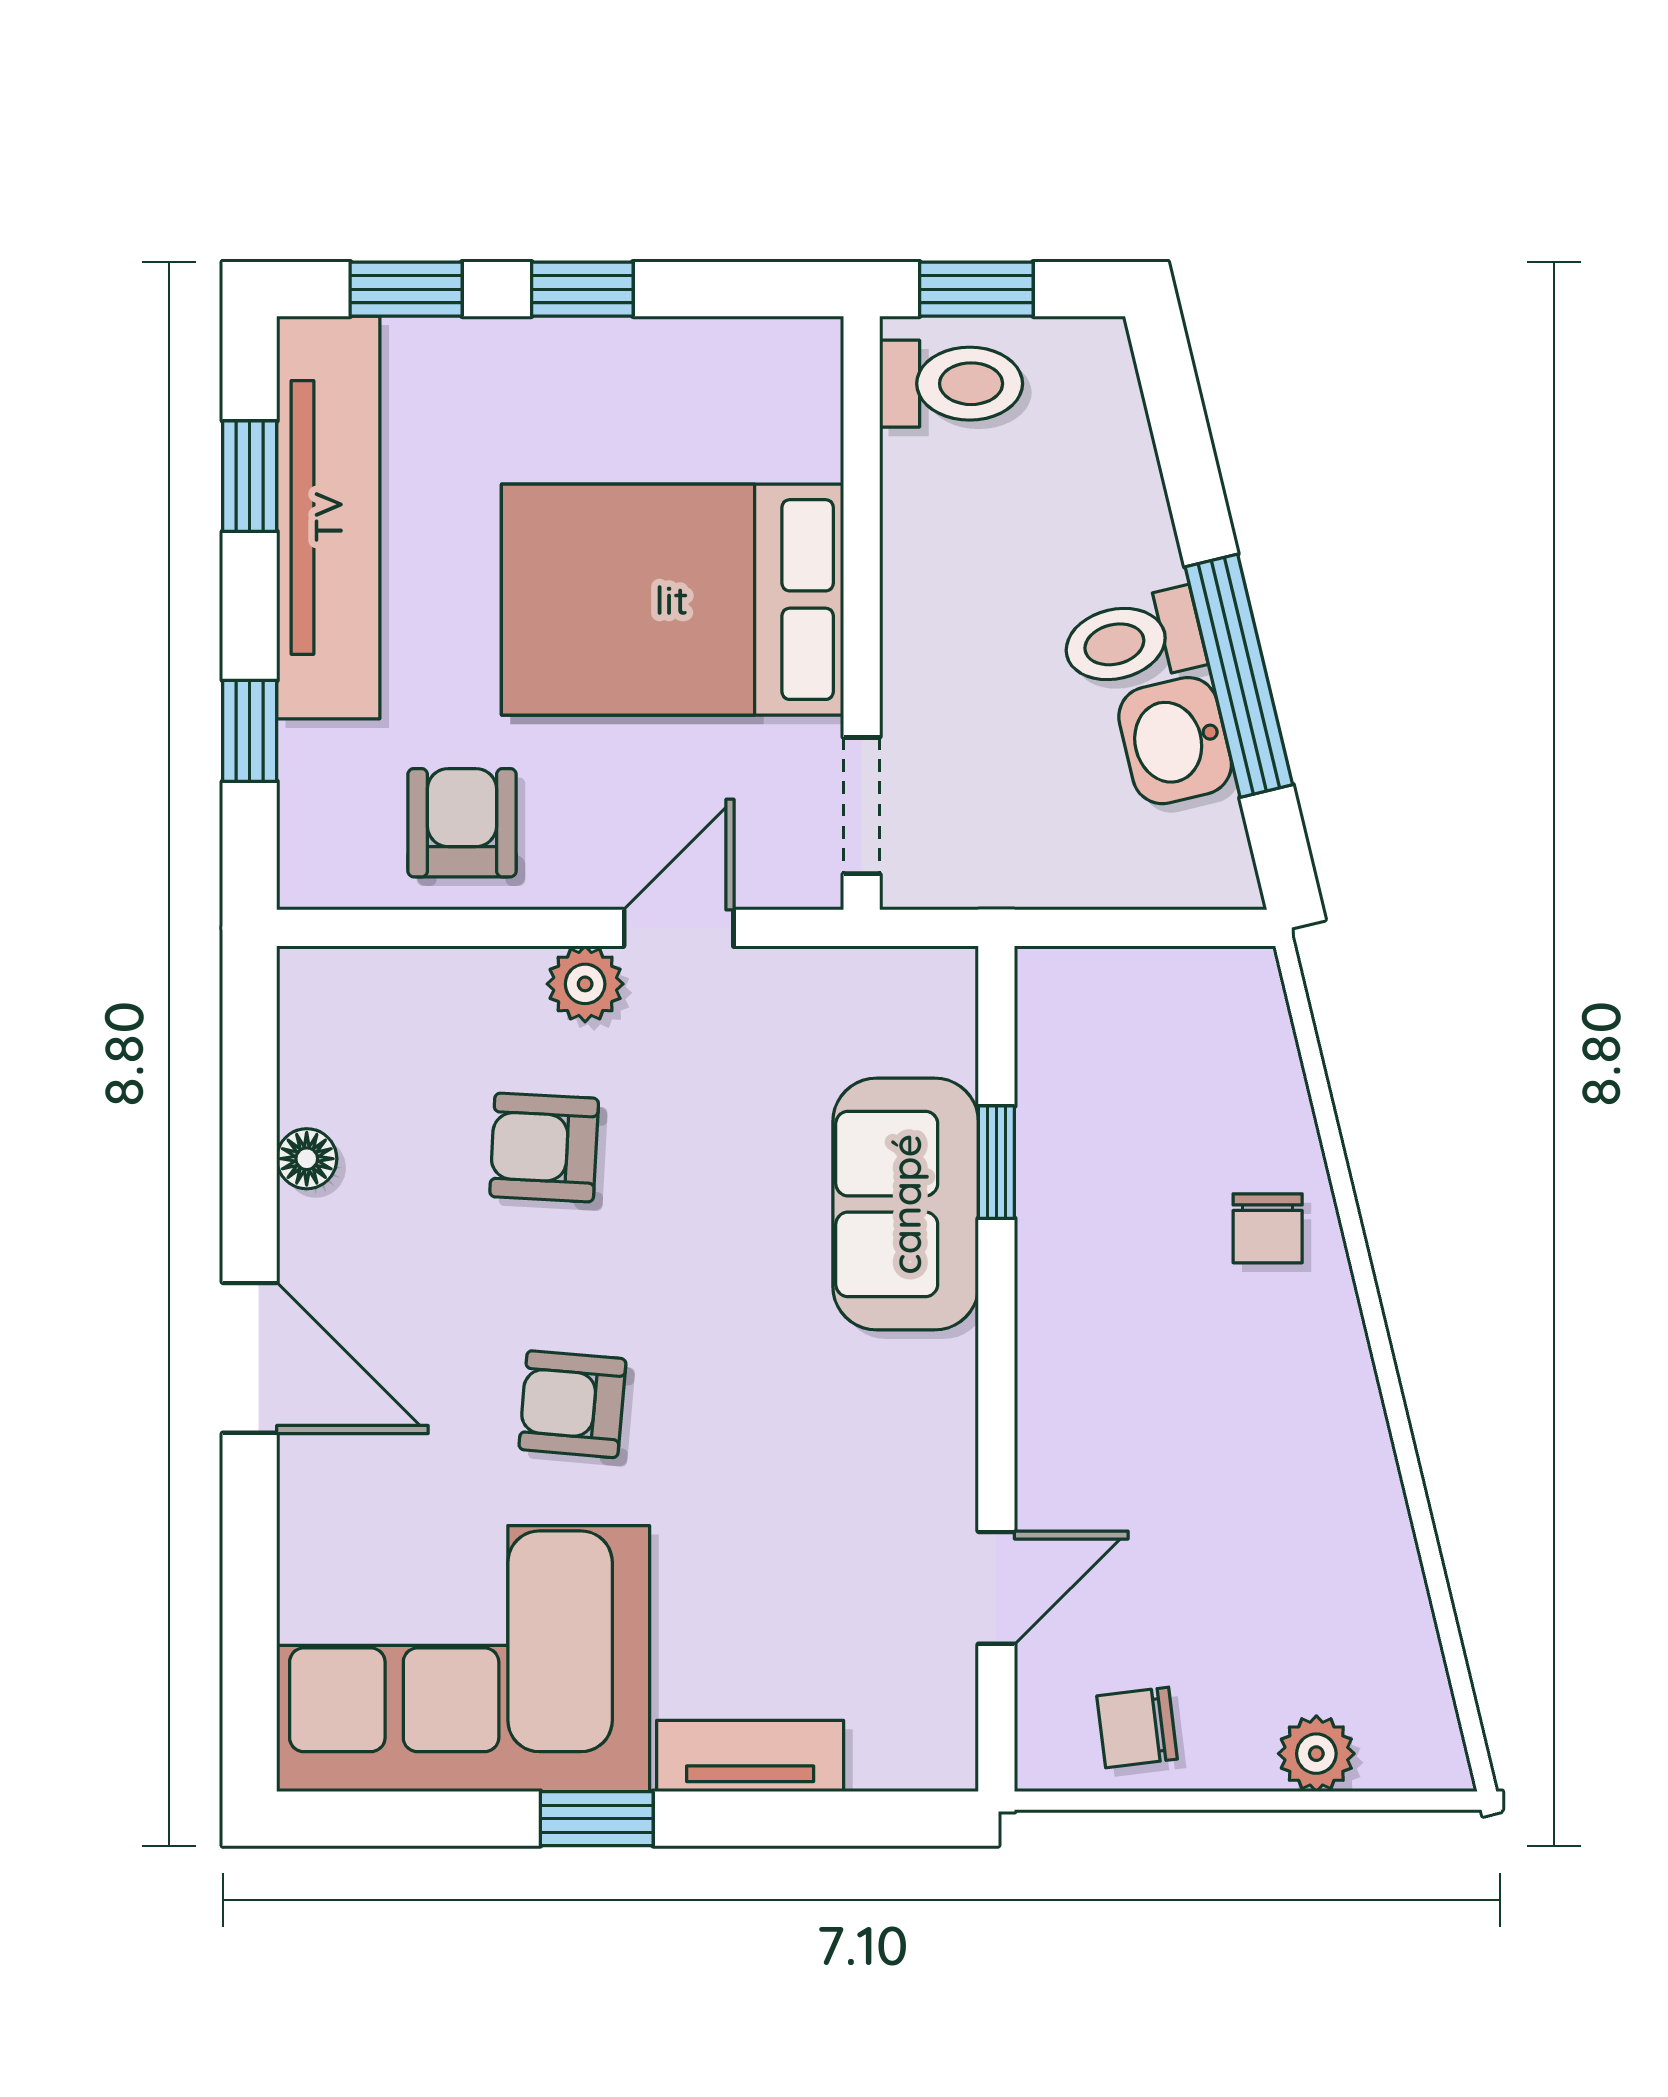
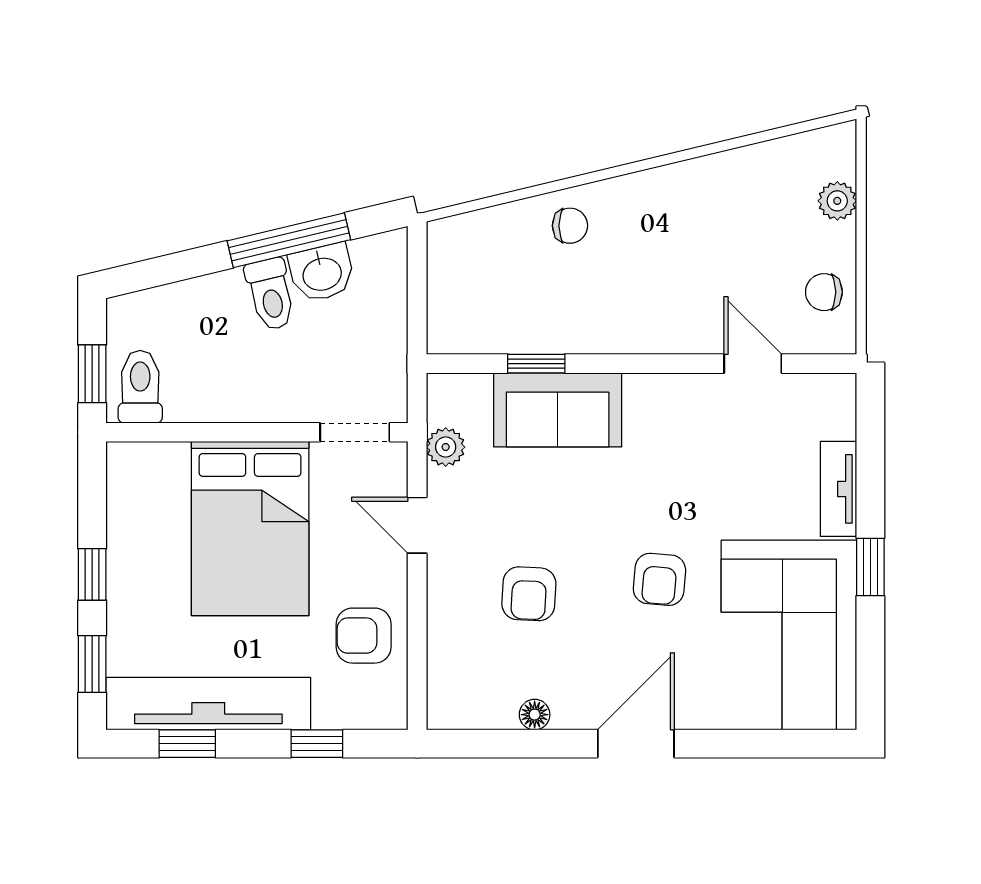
plant: (585, 984) -> (446, 447), moved
chair: (1137, 1727) -> (824, 292), turned 97

